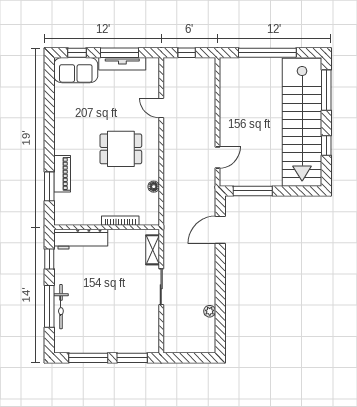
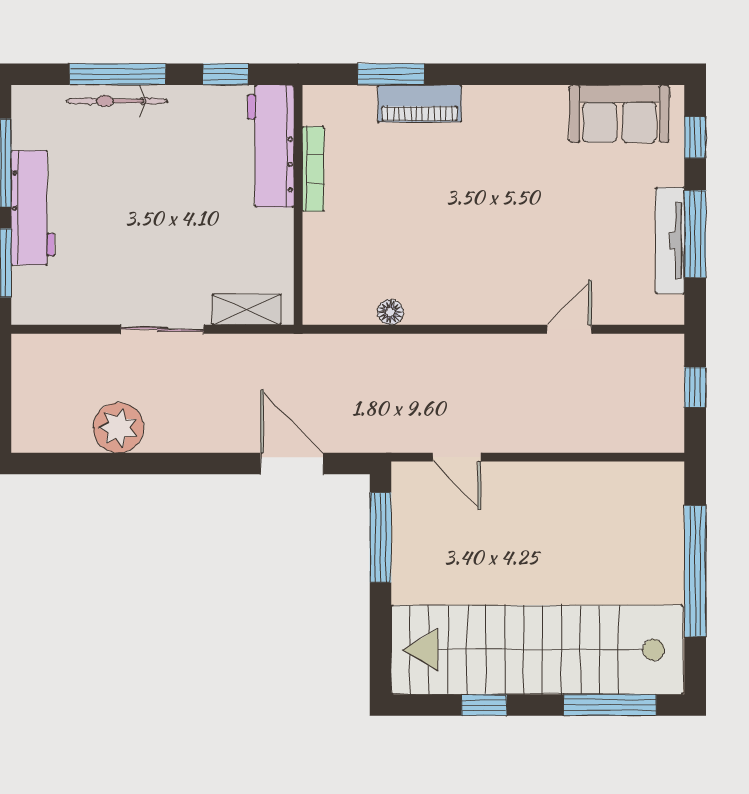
sofa: (76, 70) -> (620, 114), moved, turned -90
dining table: (121, 149) -> (476, 237), removed
bookcase: (120, 221) -> (313, 169), moved
plant: (210, 311) -> (118, 428), width x1.88, depth x1.88
workbench: (108, 344) -> (33, 208), added

